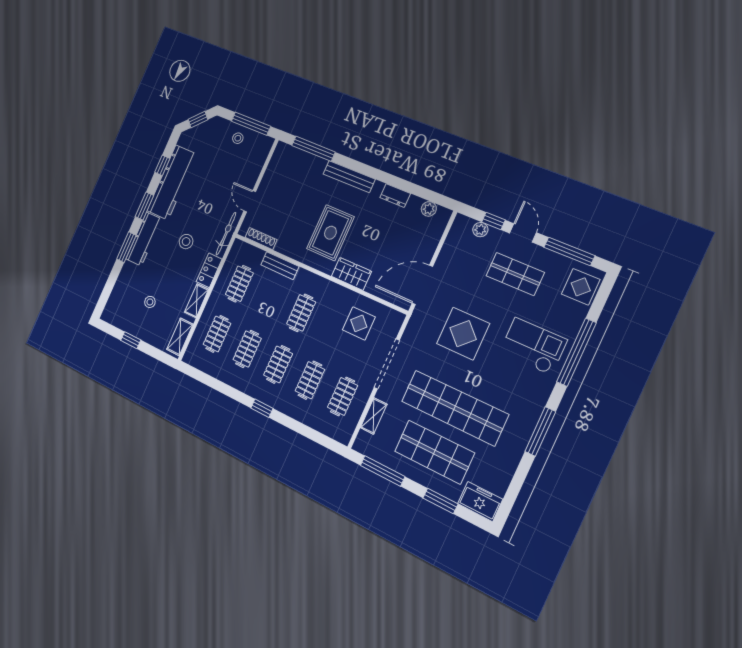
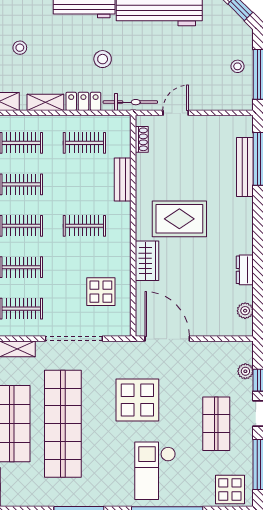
bench: (349, 177) -> (245, 167), moved
shoe rack: (261, 239) -> (142, 139), width x0.70
checkout: (533, 346) -> (155, 471), turned 180

